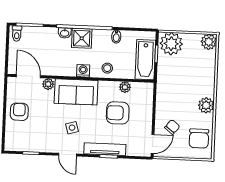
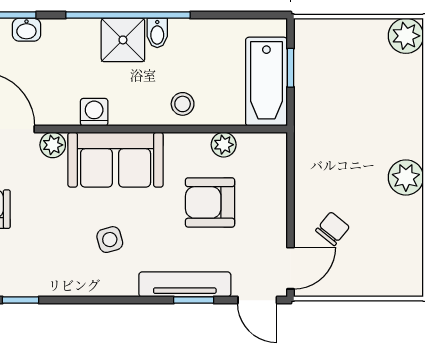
washbasin: (65, 33) -> (26, 30), moved
bidet: (116, 37) -> (157, 33), moved
plant: (171, 44) -> (323, 44), removed
washing machine: (83, 71) -> (94, 112), moved
chair: (199, 138) -> (393, 252), removed
door: (68, 155) -> (257, 300), moved

